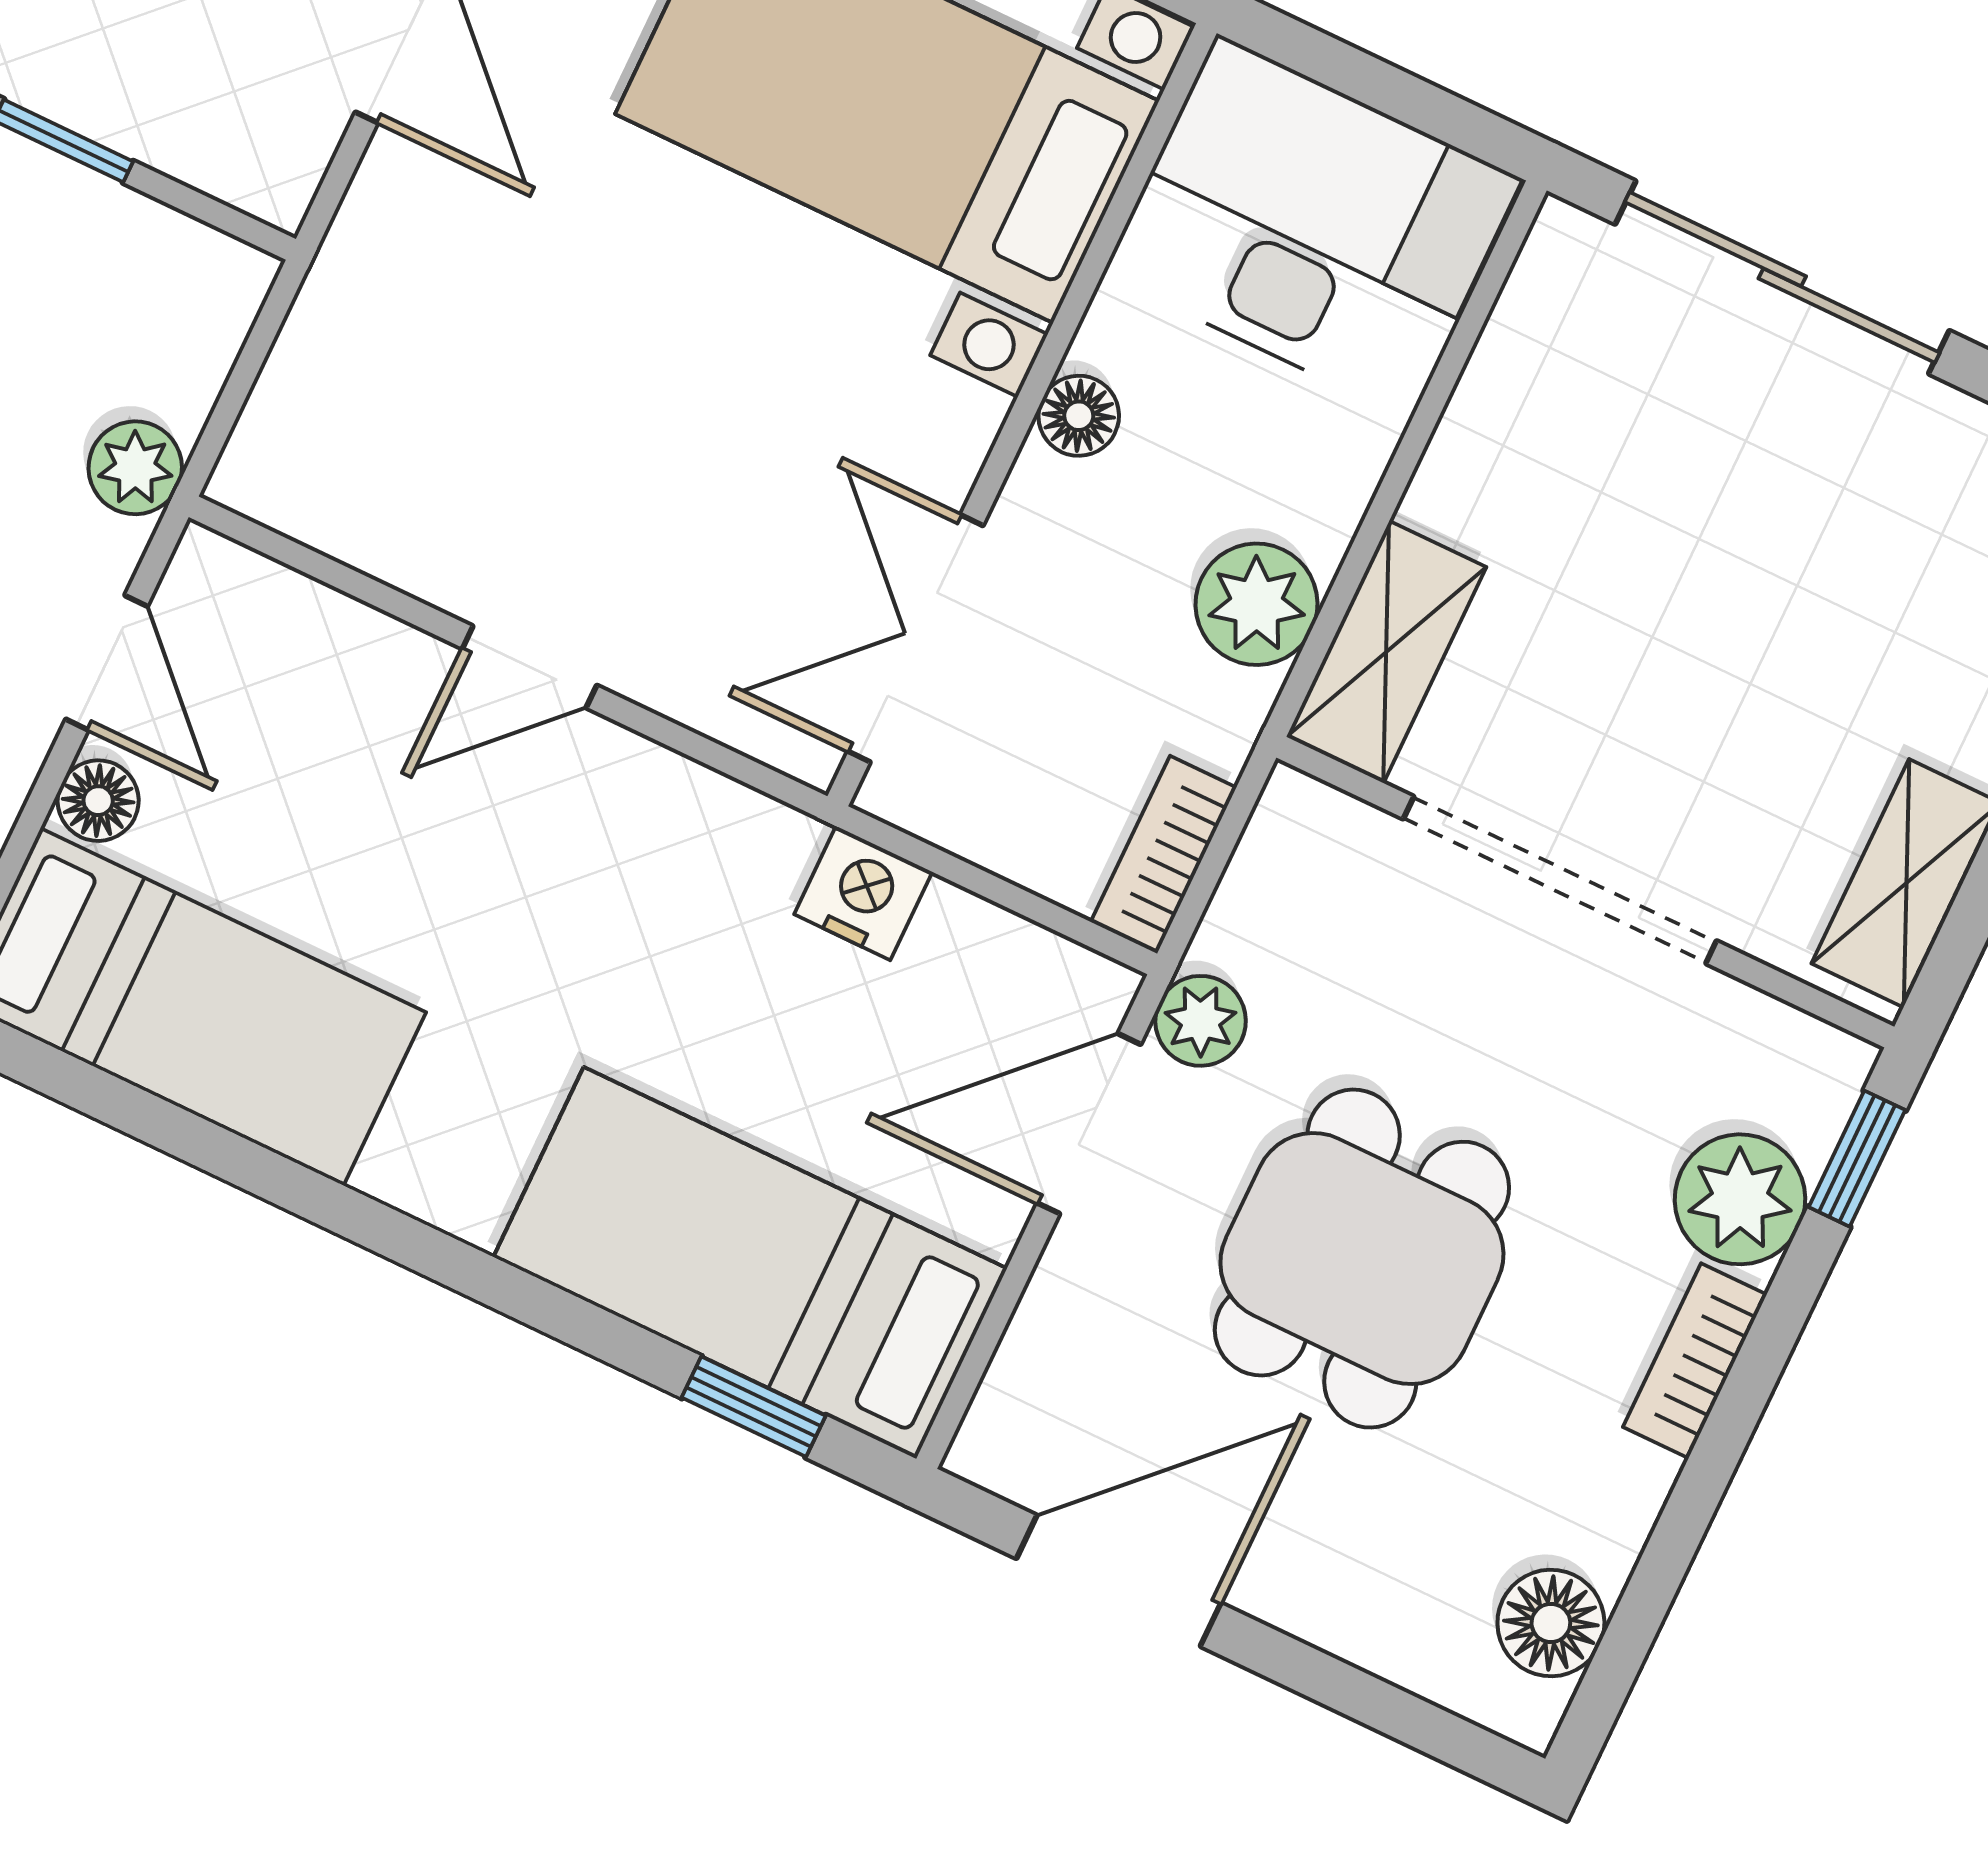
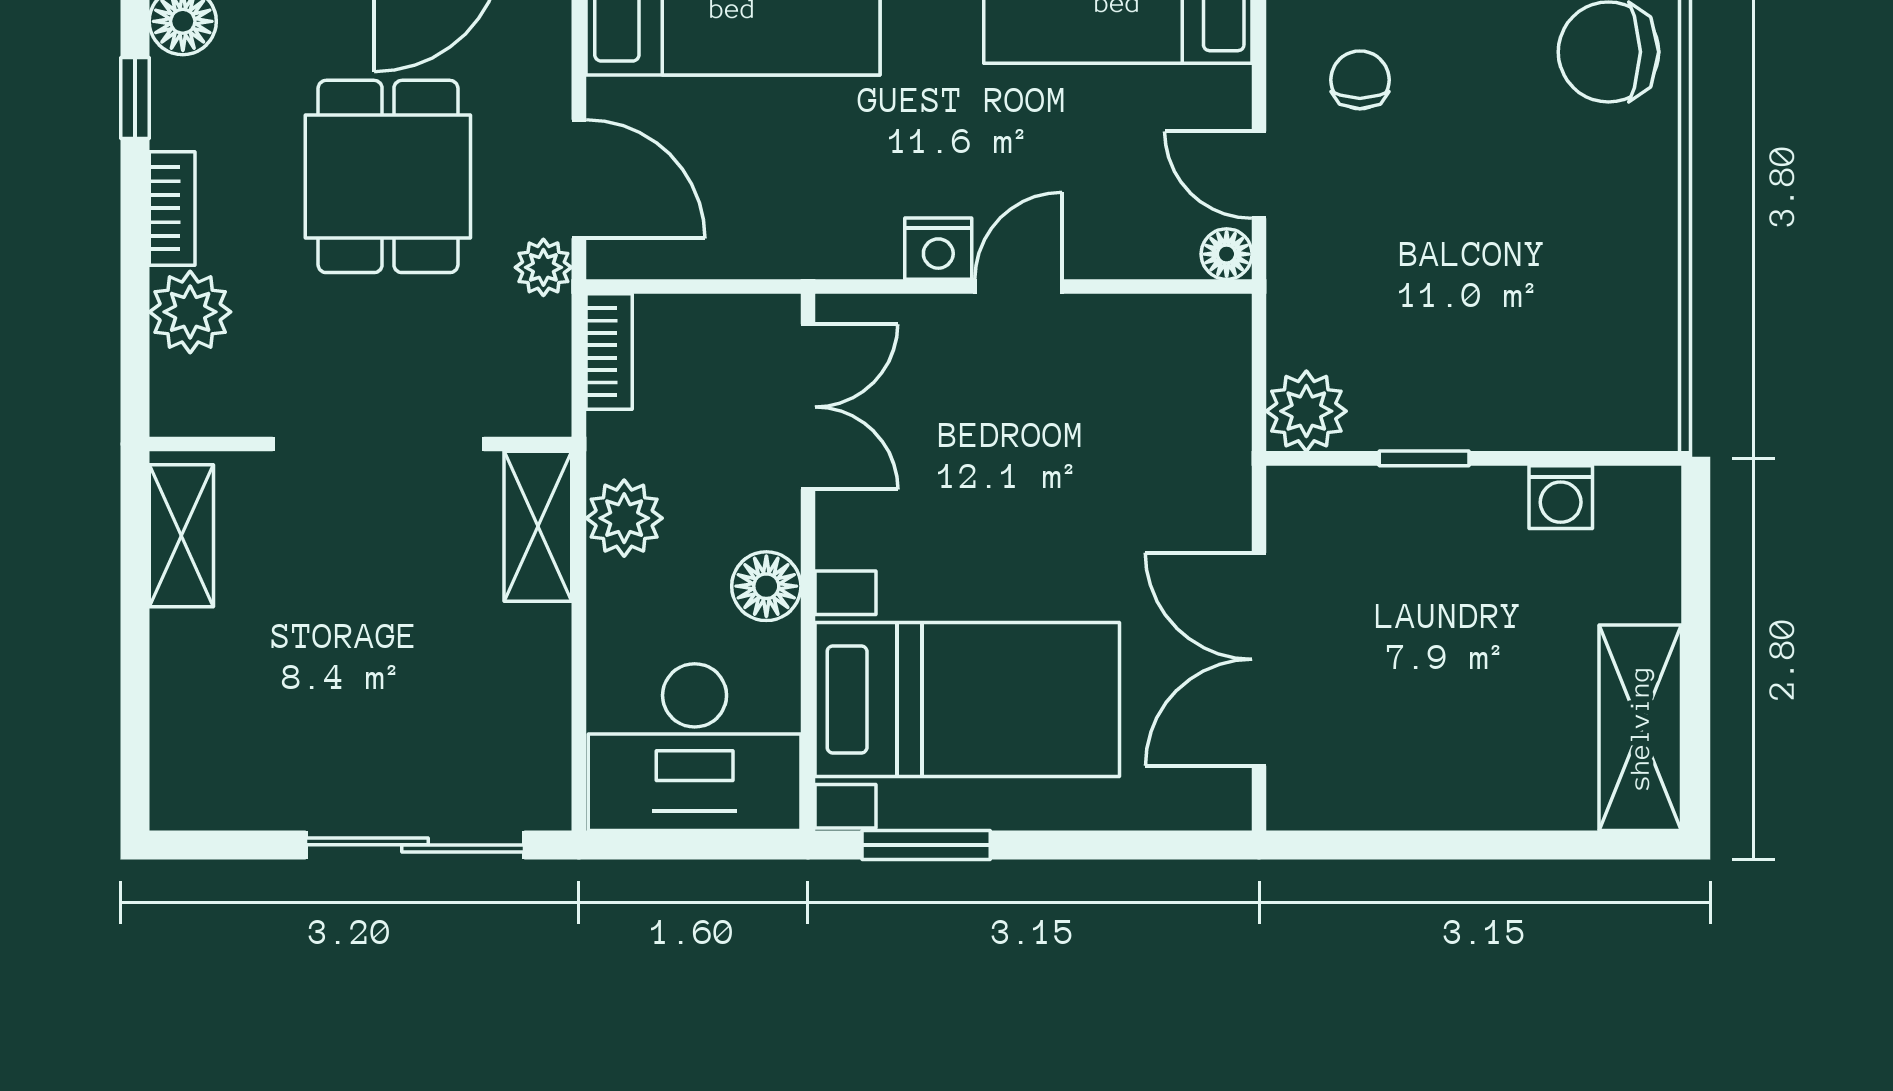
floor lamp: (1079, 416) -> (766, 586), width x1.37, depth x1.37
plant: (135, 468) -> (1306, 411), moved, width x1.38, depth x1.38
floor lamp: (98, 801) -> (1227, 254), moved
nightstand: (863, 893) -> (938, 249), moved
door: (1089, 1124) -> (579, 179), hinge flipped
window: (1857, 1159) -> (135, 98), moved

